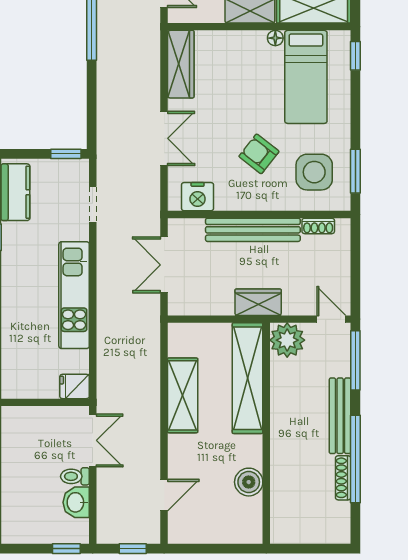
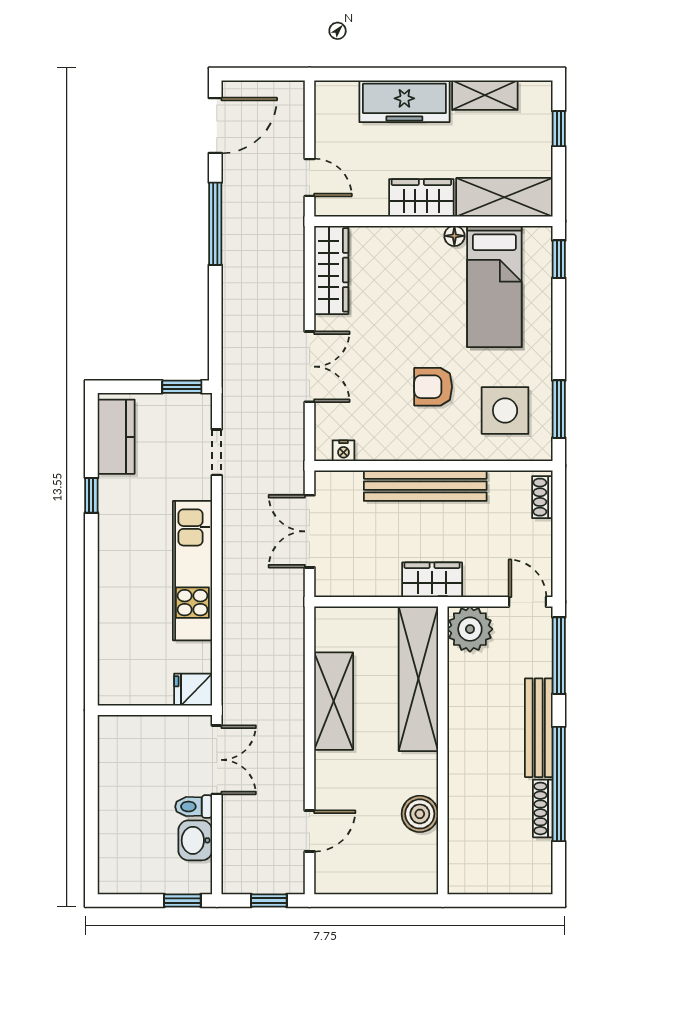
armchair: (259, 154) -> (433, 387), turned -38
nightstand: (198, 197) -> (343, 451), width x0.53, depth x0.56
shoe rack: (318, 226) -> (542, 497), moved, turned 90

